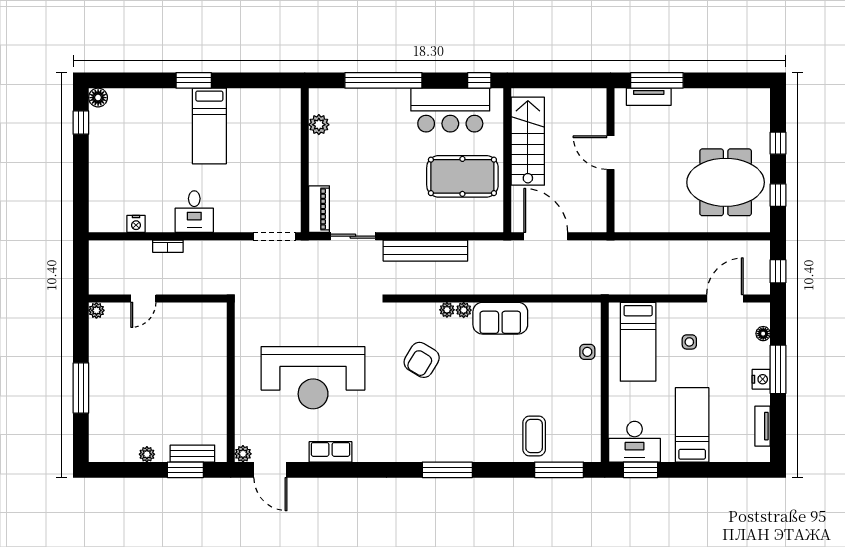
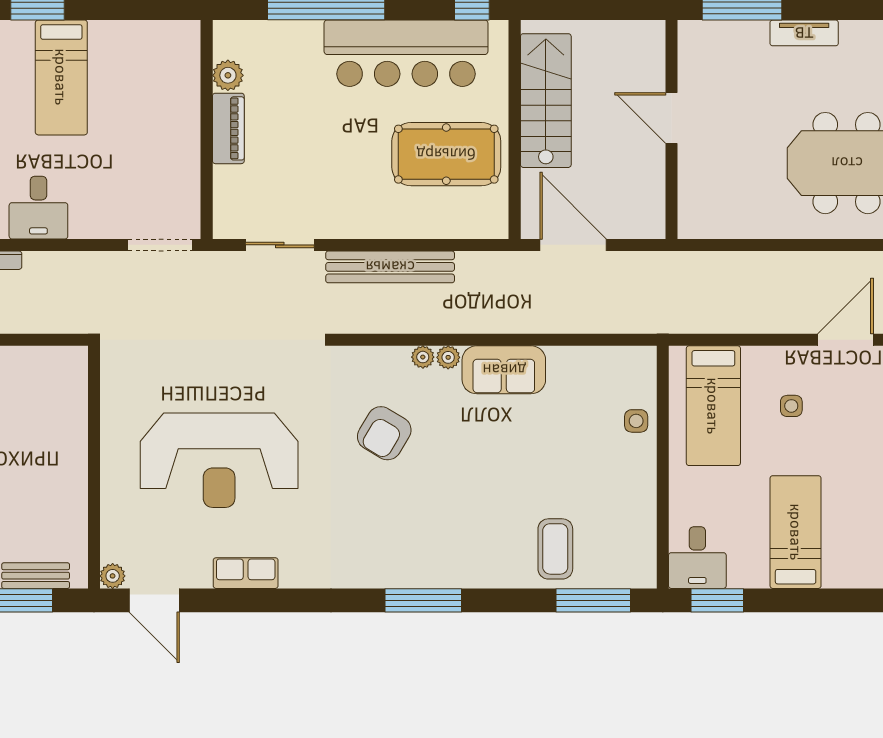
tv unit: (649, 97) -> (804, 33), moved
bar counter: (450, 110) -> (406, 53), width x1.36
piano: (319, 209) -> (228, 128), moved
desk: (635, 442) -> (697, 558), width x0.73

